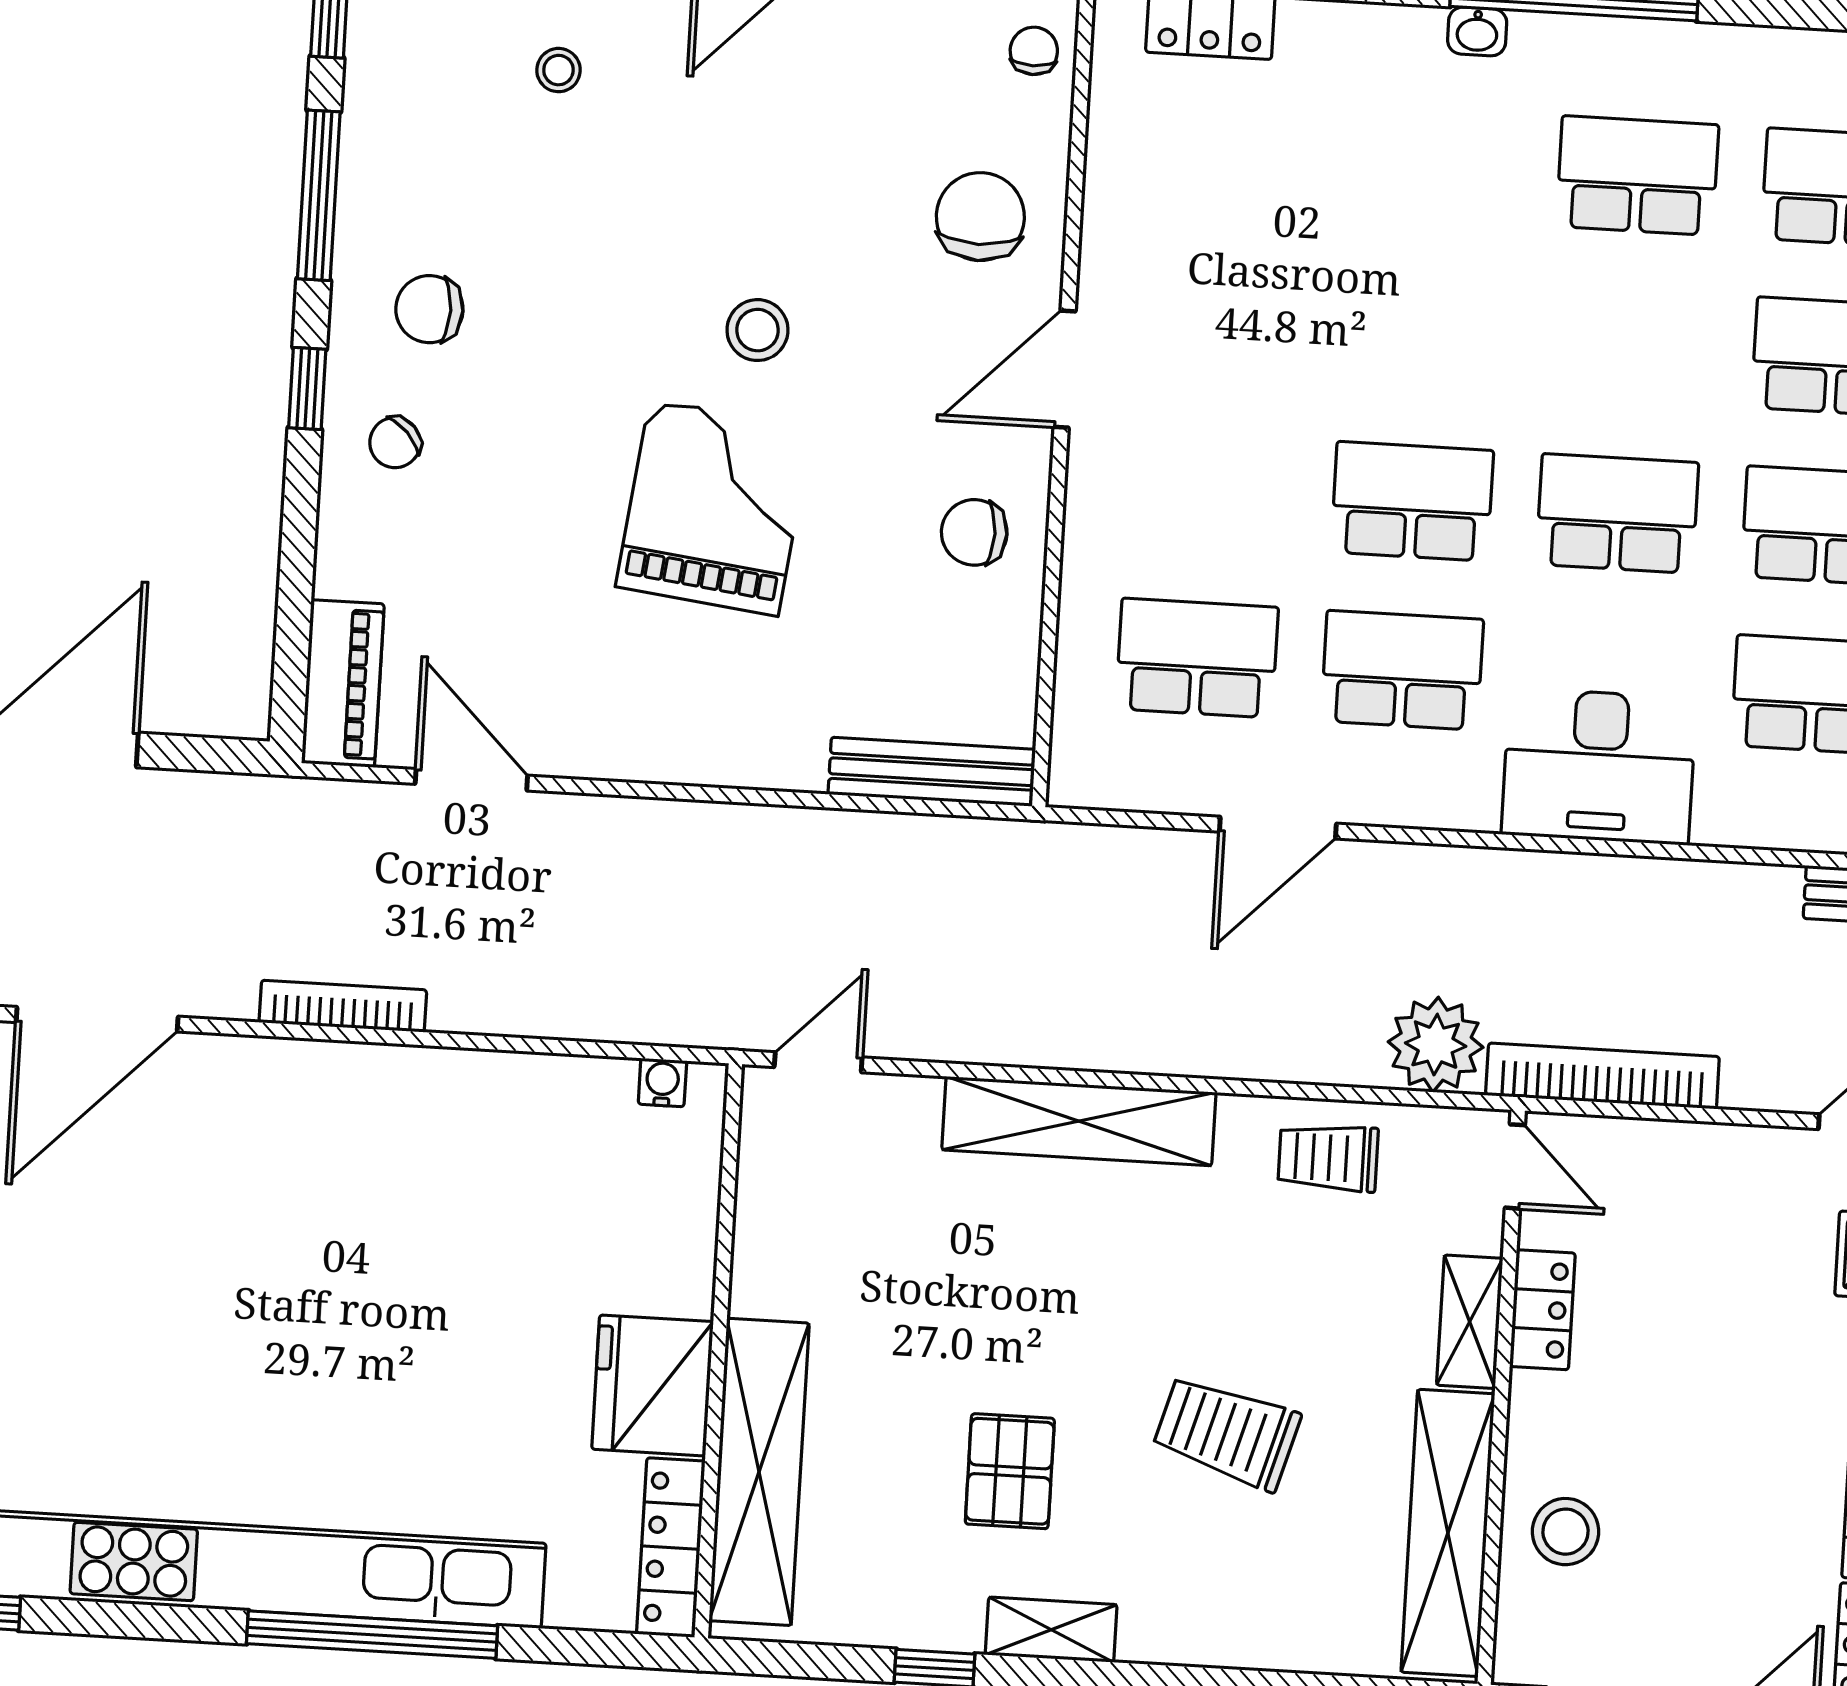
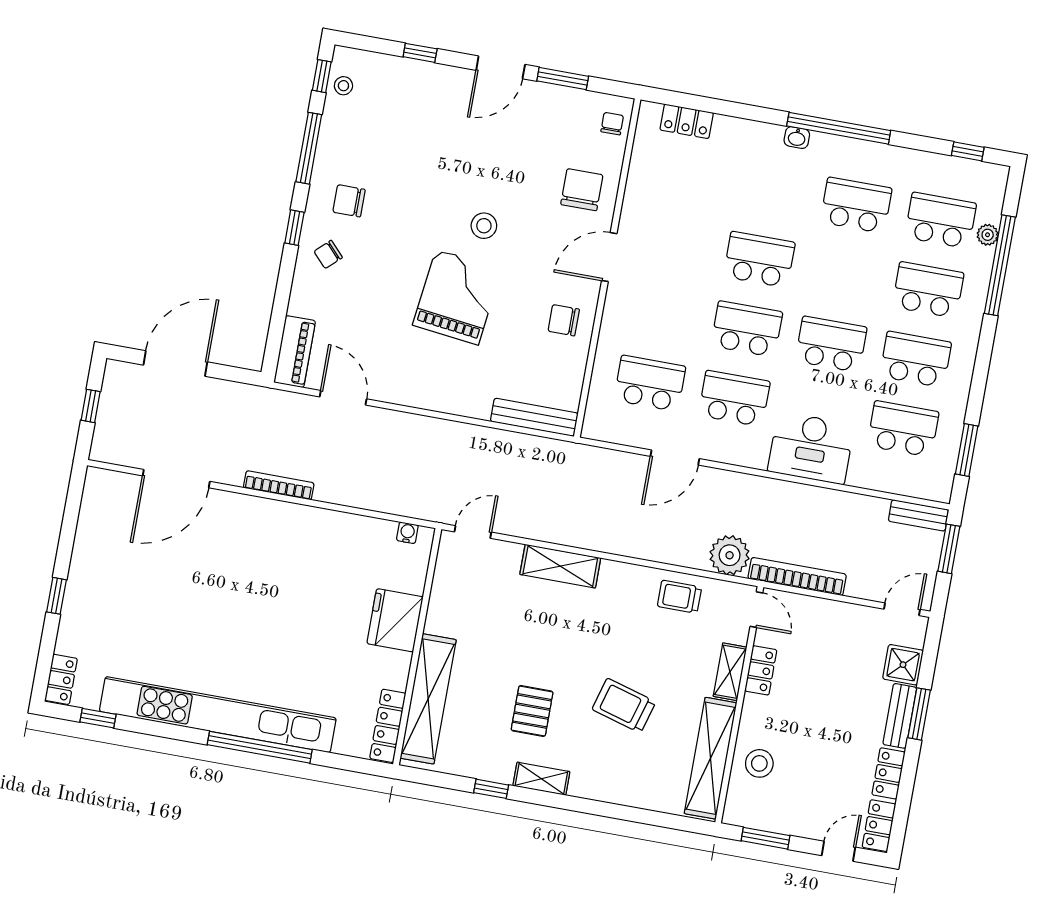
stool: (558, 70) -> (343, 86), moved
school desk: (1422, 332) -> (759, 259), added
shelving: (1079, 1121) -> (560, 566), width x0.68
fridge: (653, 1385) -> (395, 620), moved

